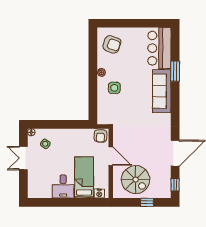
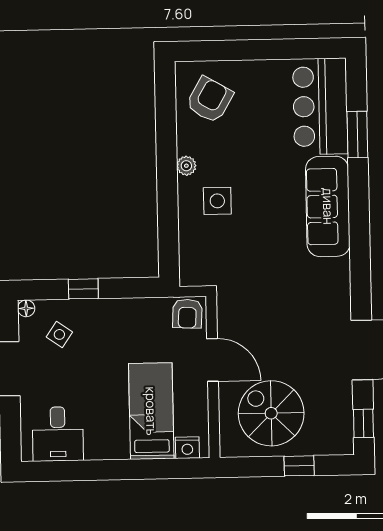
armchair: (112, 44) -> (210, 100), turned -80
window: (175, 71) -> (357, 135), moved
window: (56, 124) -> (83, 289), added
spiral stairs: (136, 180) -> (271, 413), turned 180
desk: (63, 187) -> (58, 434), moved

